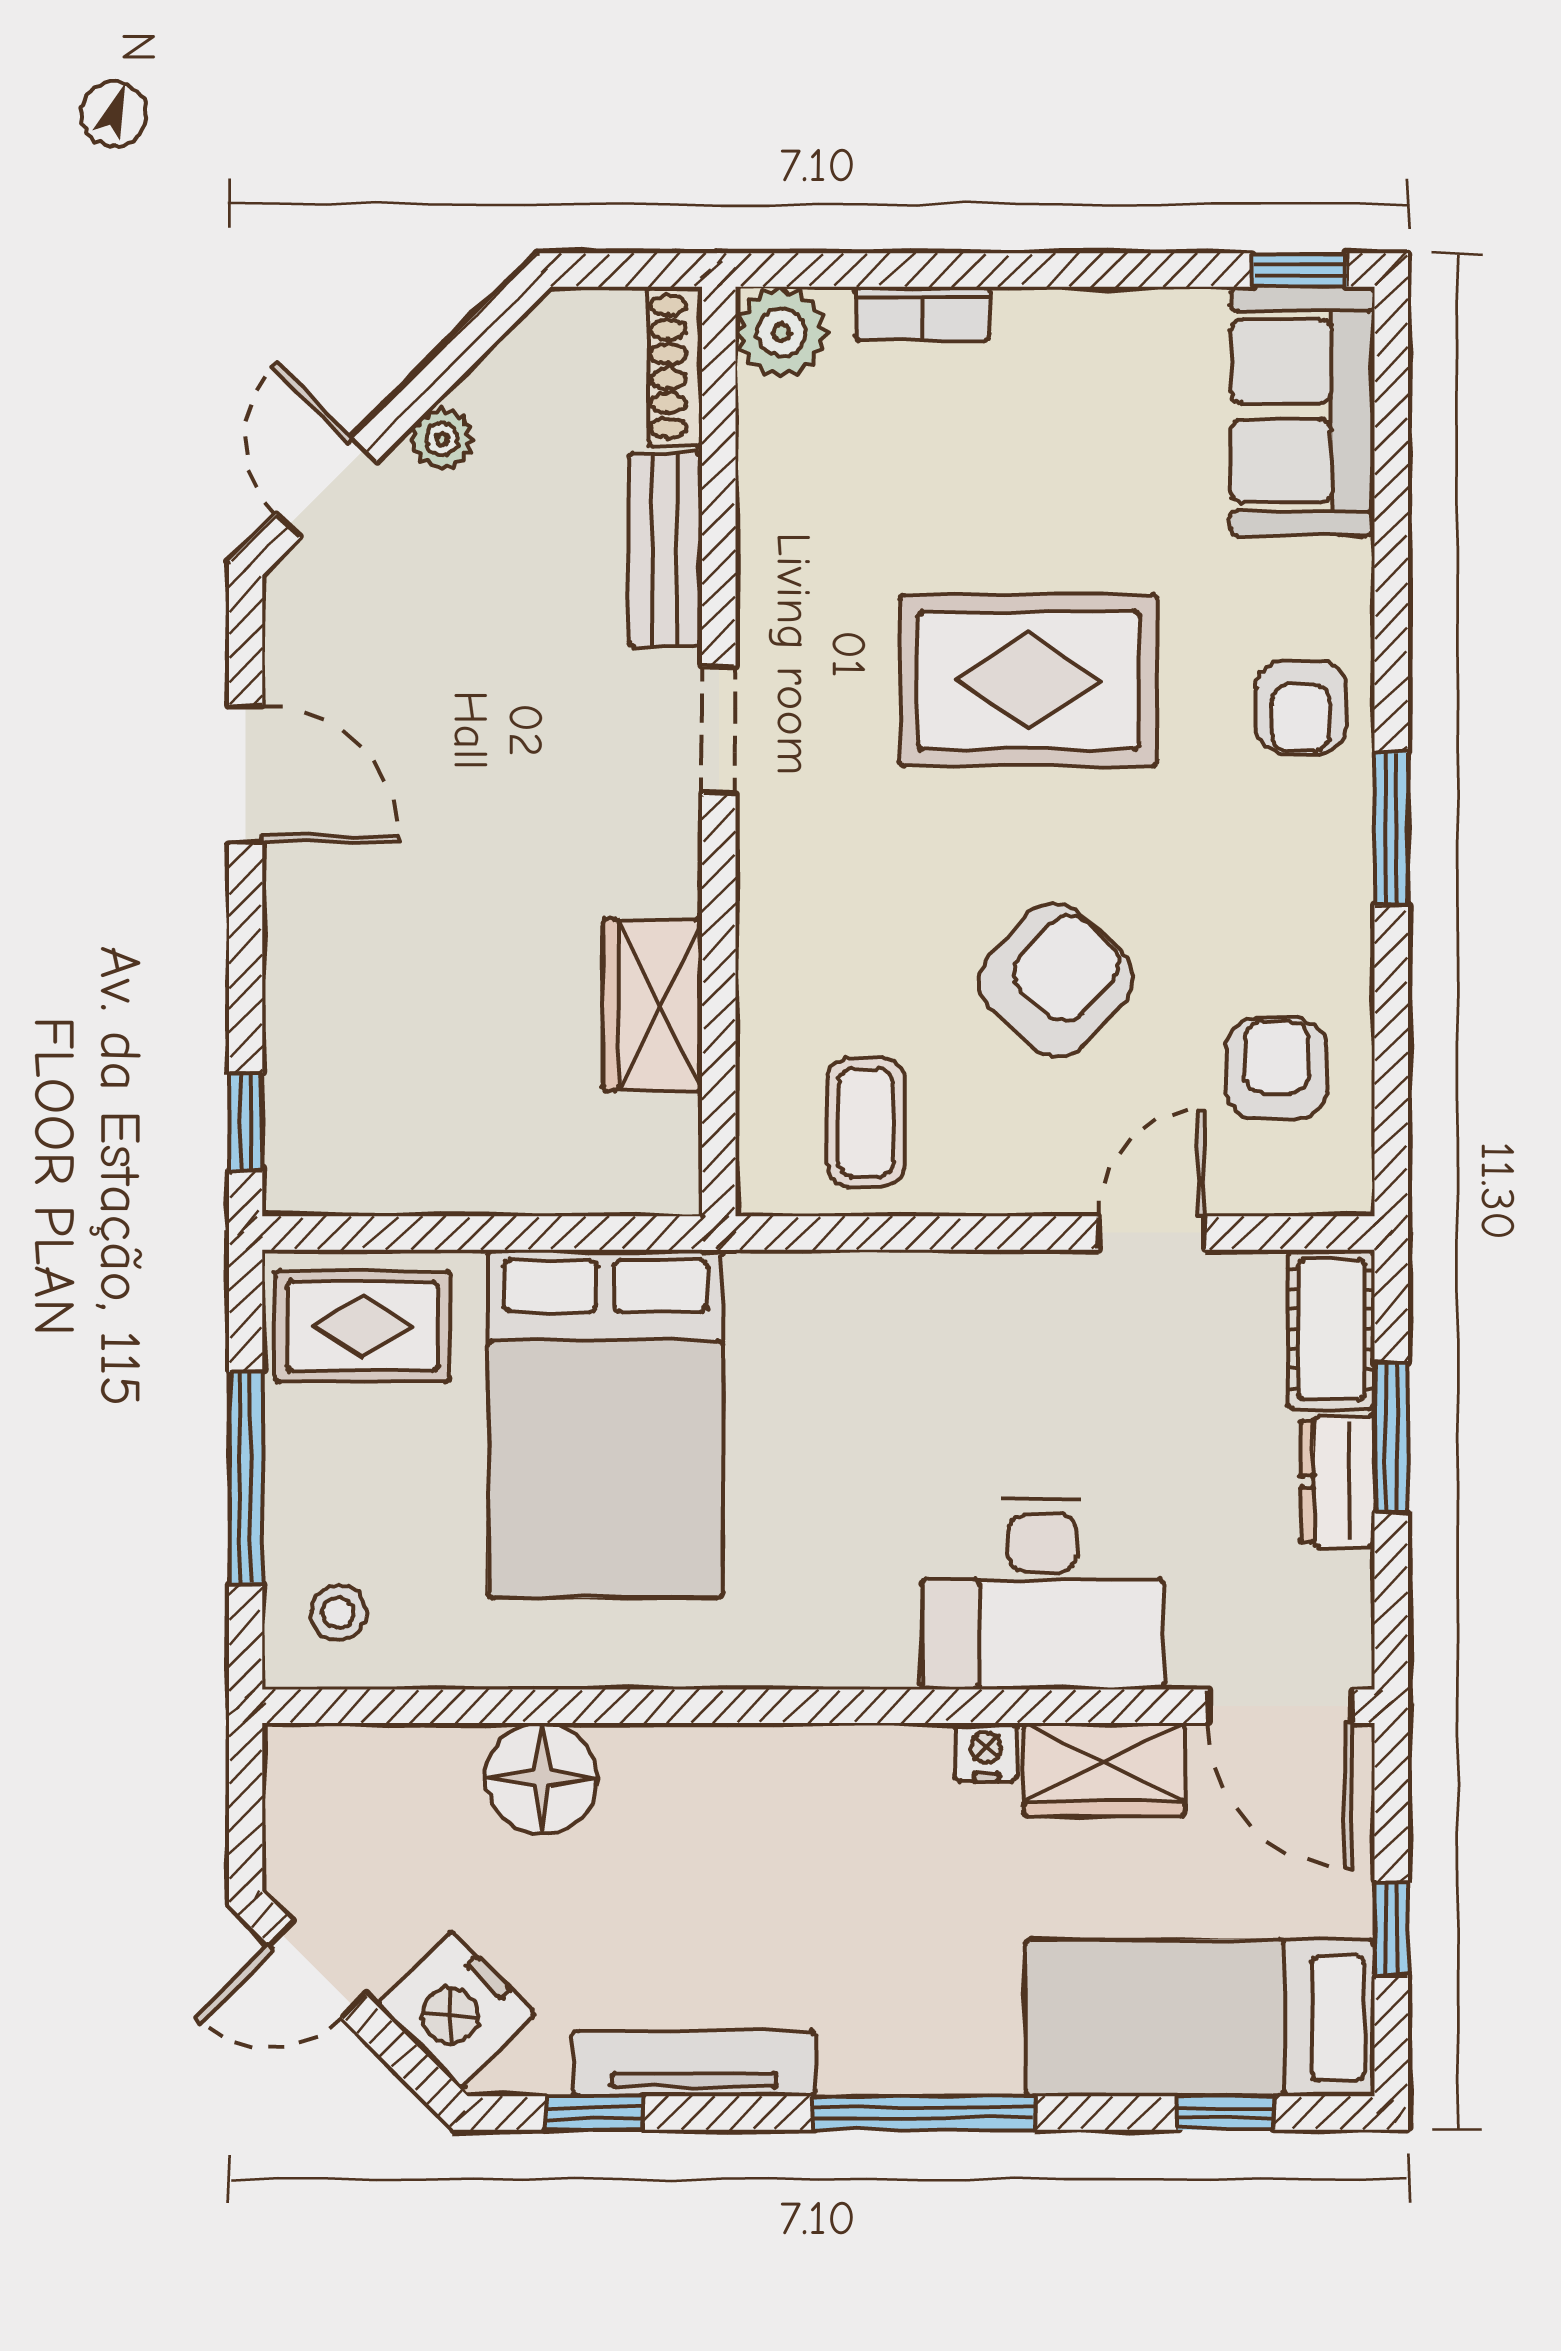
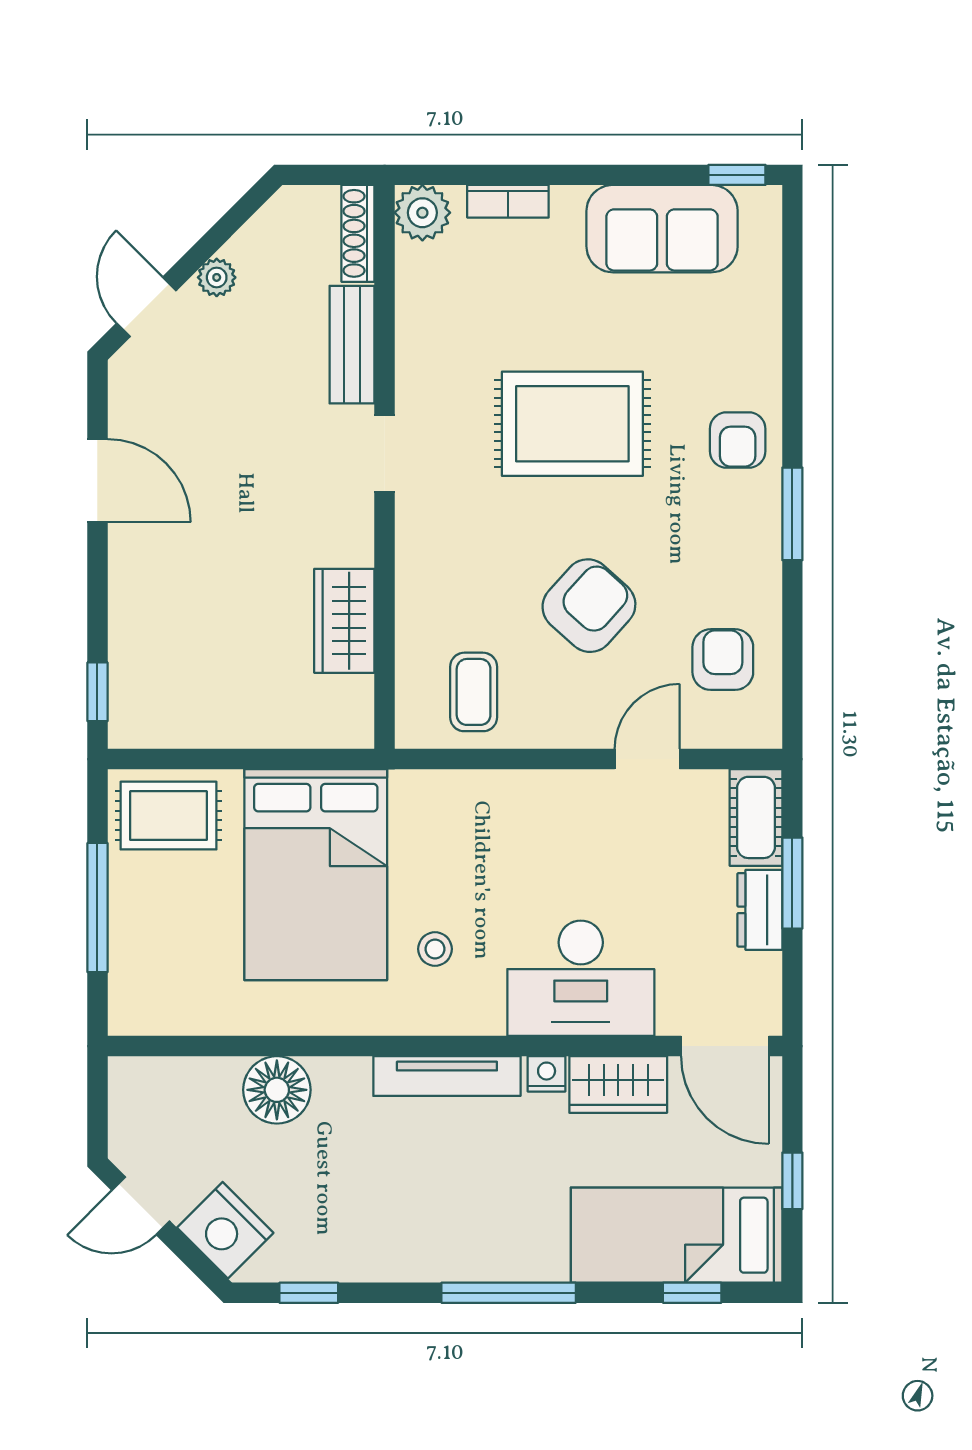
sofa: (1303, 411) -> (662, 229), moved, turned -90
stool: (338, 1613) -> (435, 949), moved
tv unit: (694, 2063) -> (447, 1076), moved, turned 180

